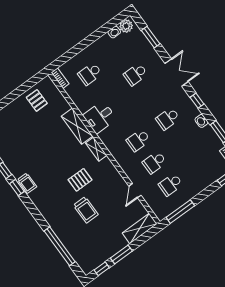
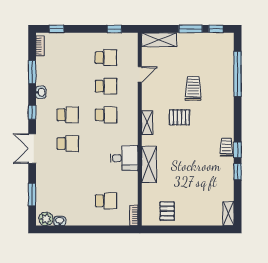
school desk: (136, 74) -> (68, 144), moved
shelving: (96, 149) -> (147, 123), moved
window: (180, 212) -> (114, 29), width x0.46

